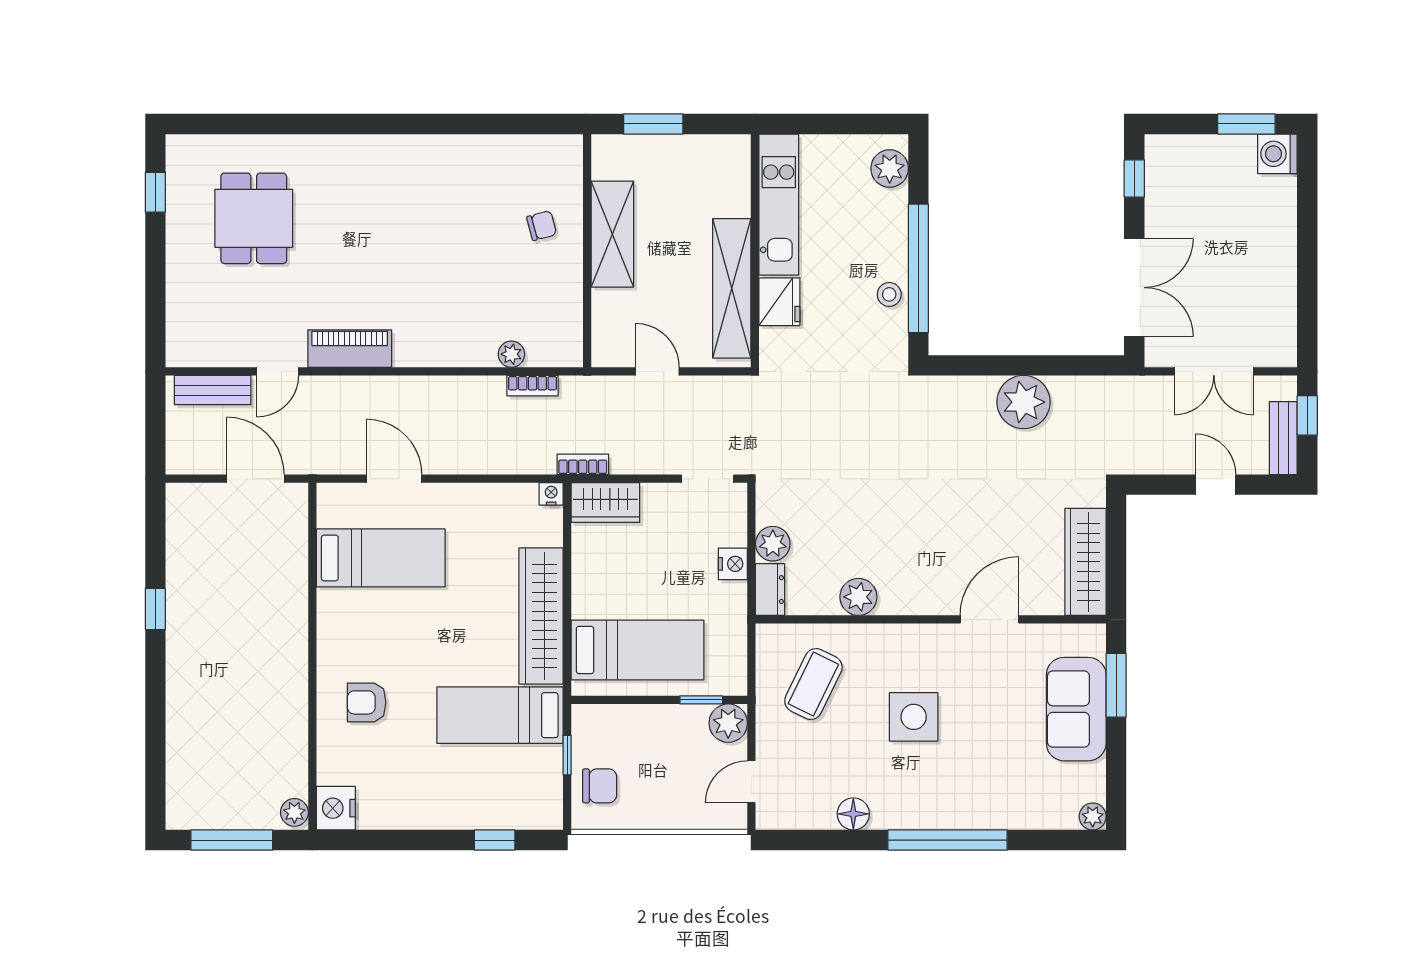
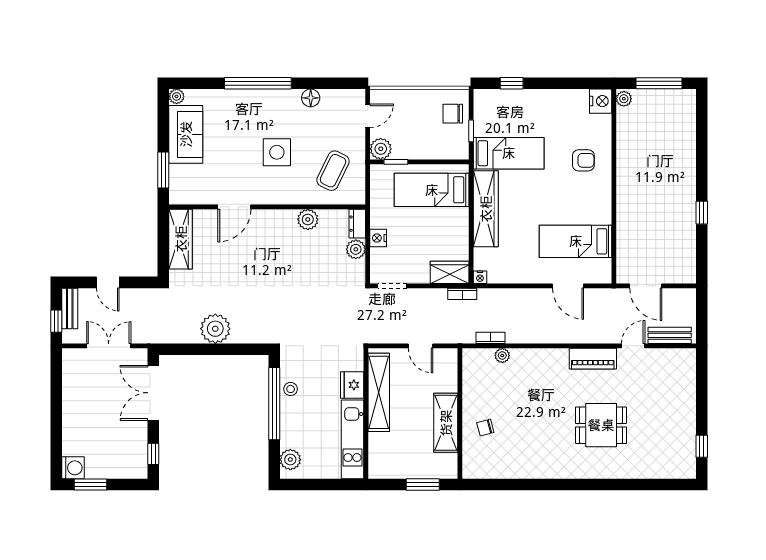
dining table: (254, 218) -> (601, 425), moved, turned 90
sofa: (1076, 709) -> (186, 134), moved

